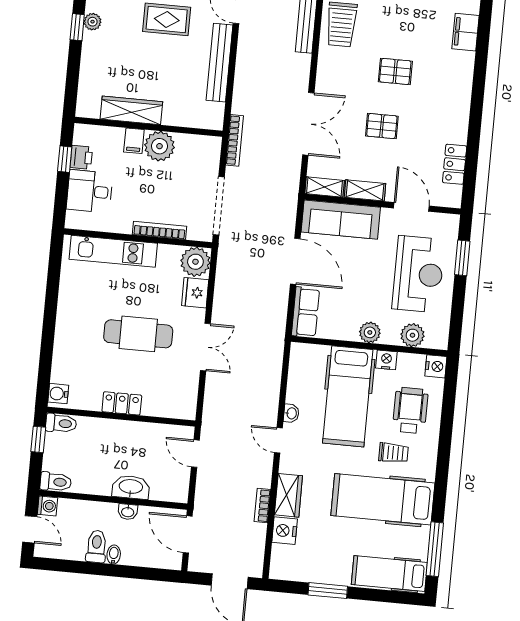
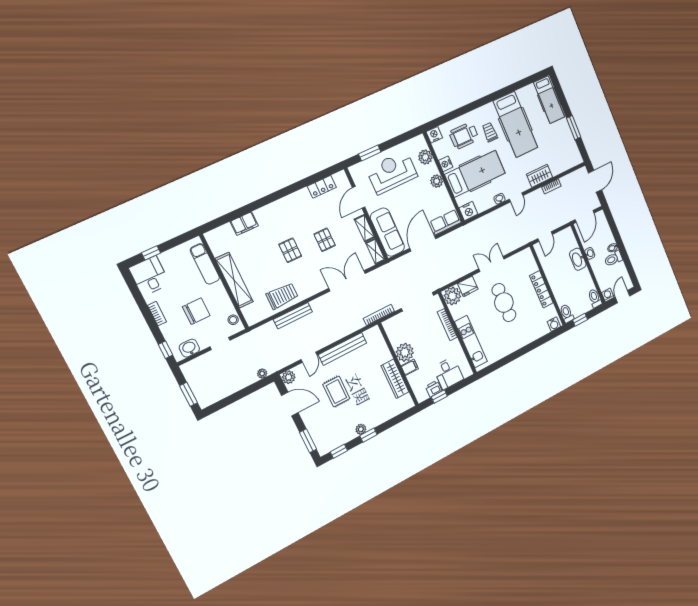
locker: (122, 403) -> (541, 289), width x1.53
nightstand: (285, 531) -> (468, 211), moved
window: (435, 549) -> (525, 82), removed

